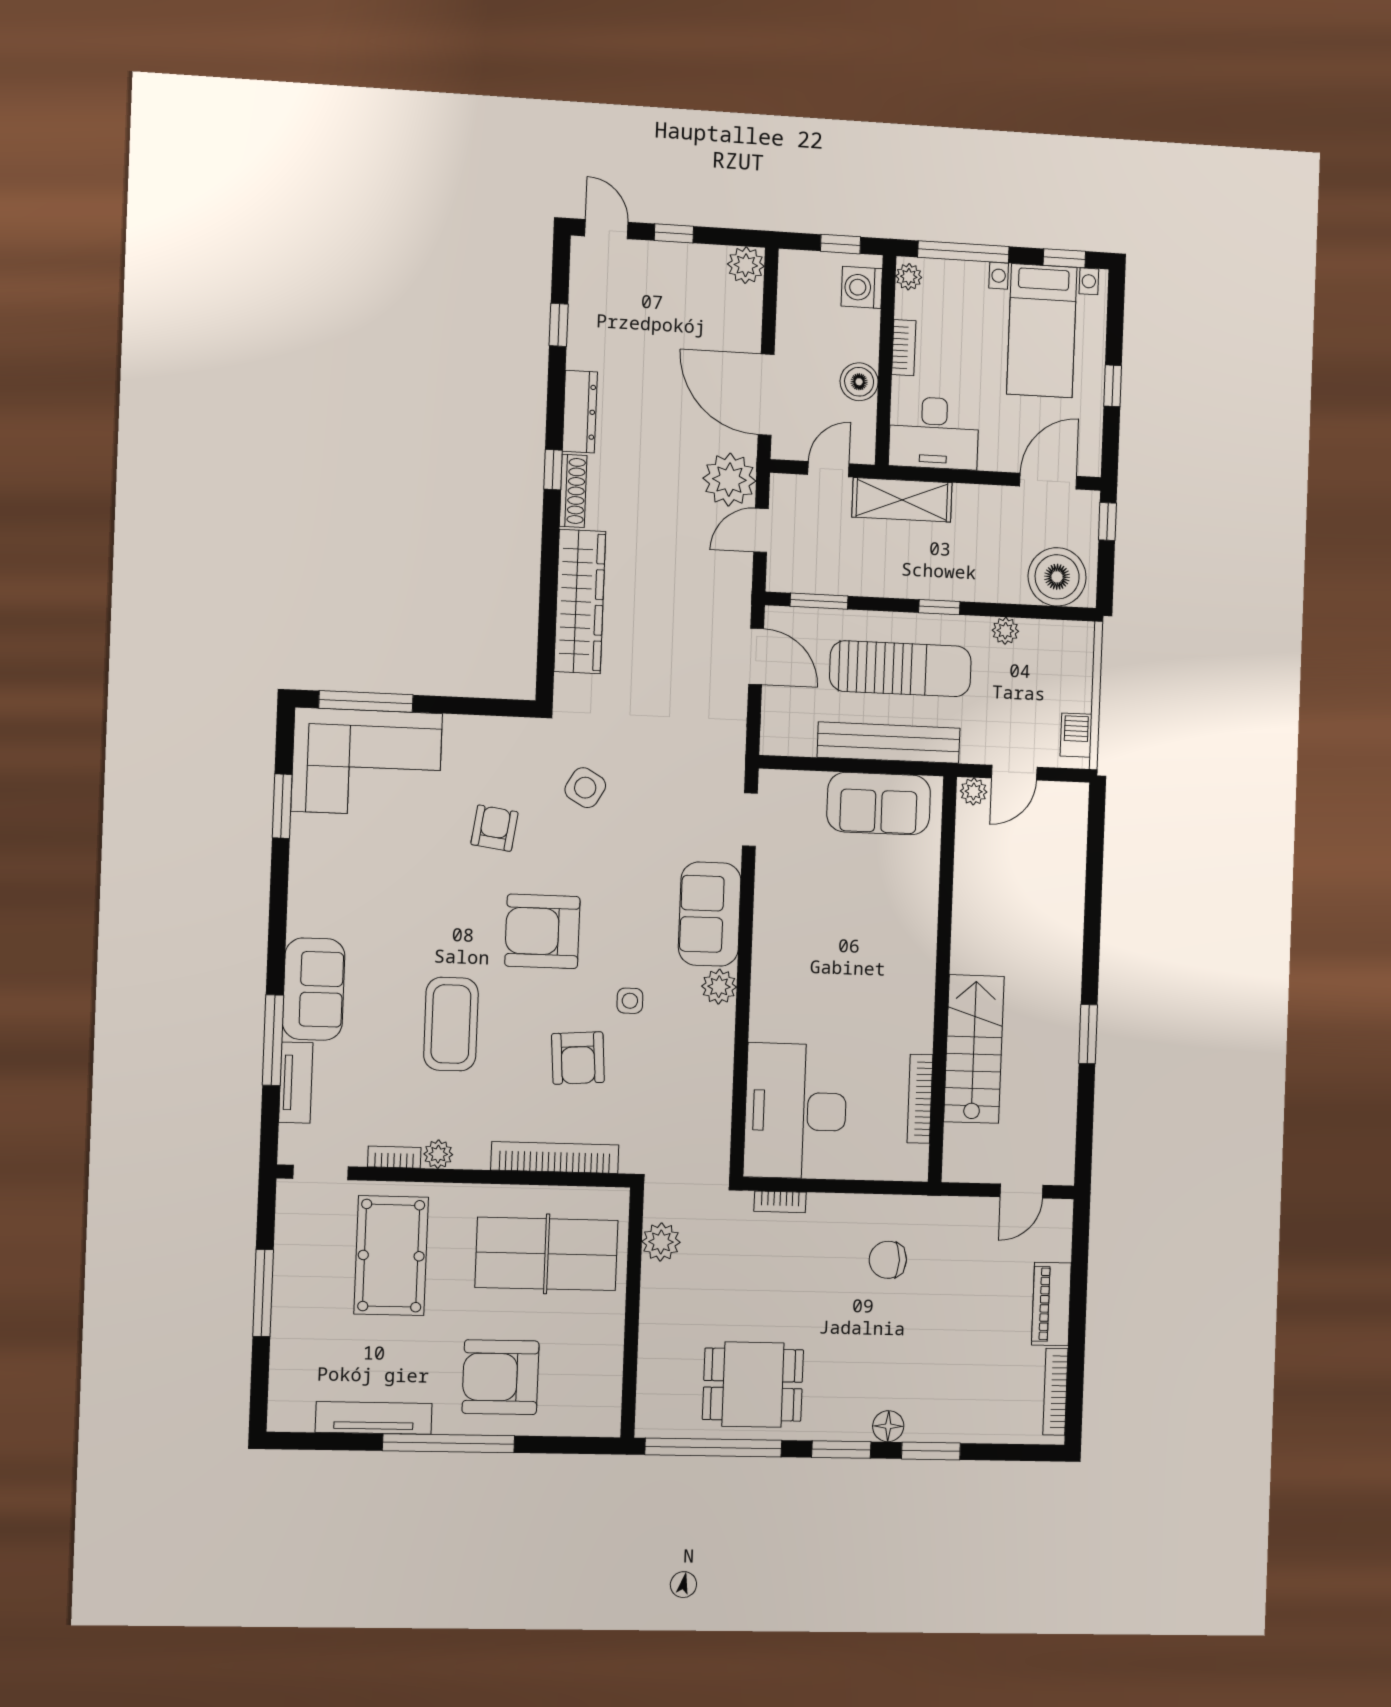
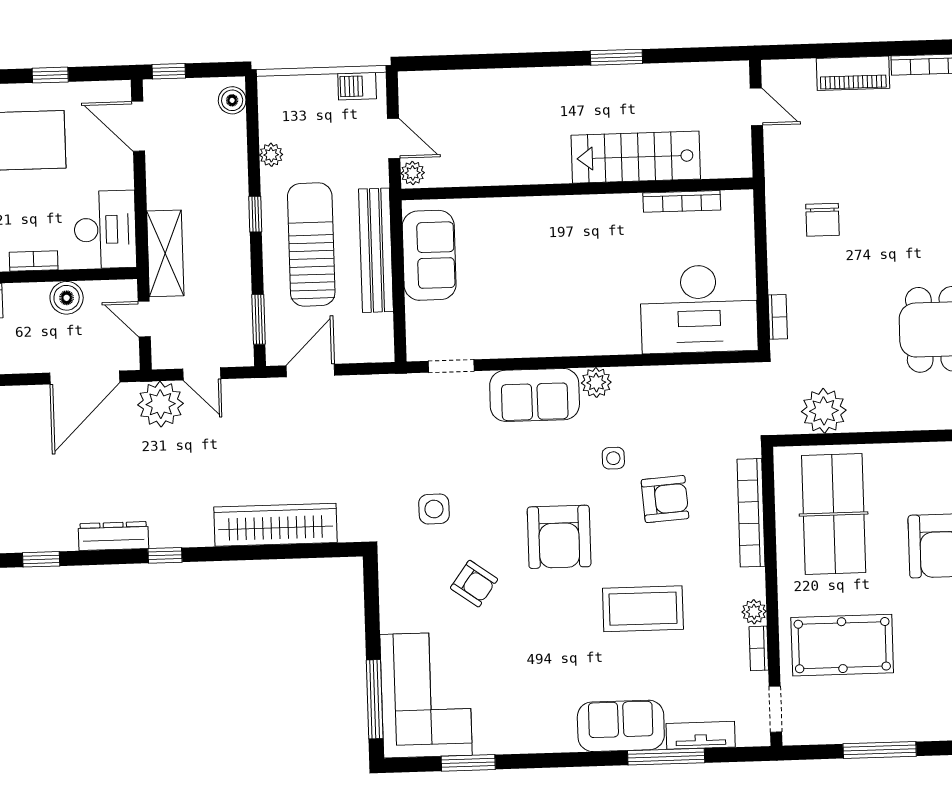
shoe rack: (573, 491) -> (182, 537), removed
boiler: (1057, 577) -> (232, 100), width x0.54, depth x0.54
side table: (585, 788) -> (434, 509), turned -31
armchair: (494, 828) -> (474, 584), turned -152
plant: (661, 1242) -> (824, 411), width x1.36, depth x1.36

